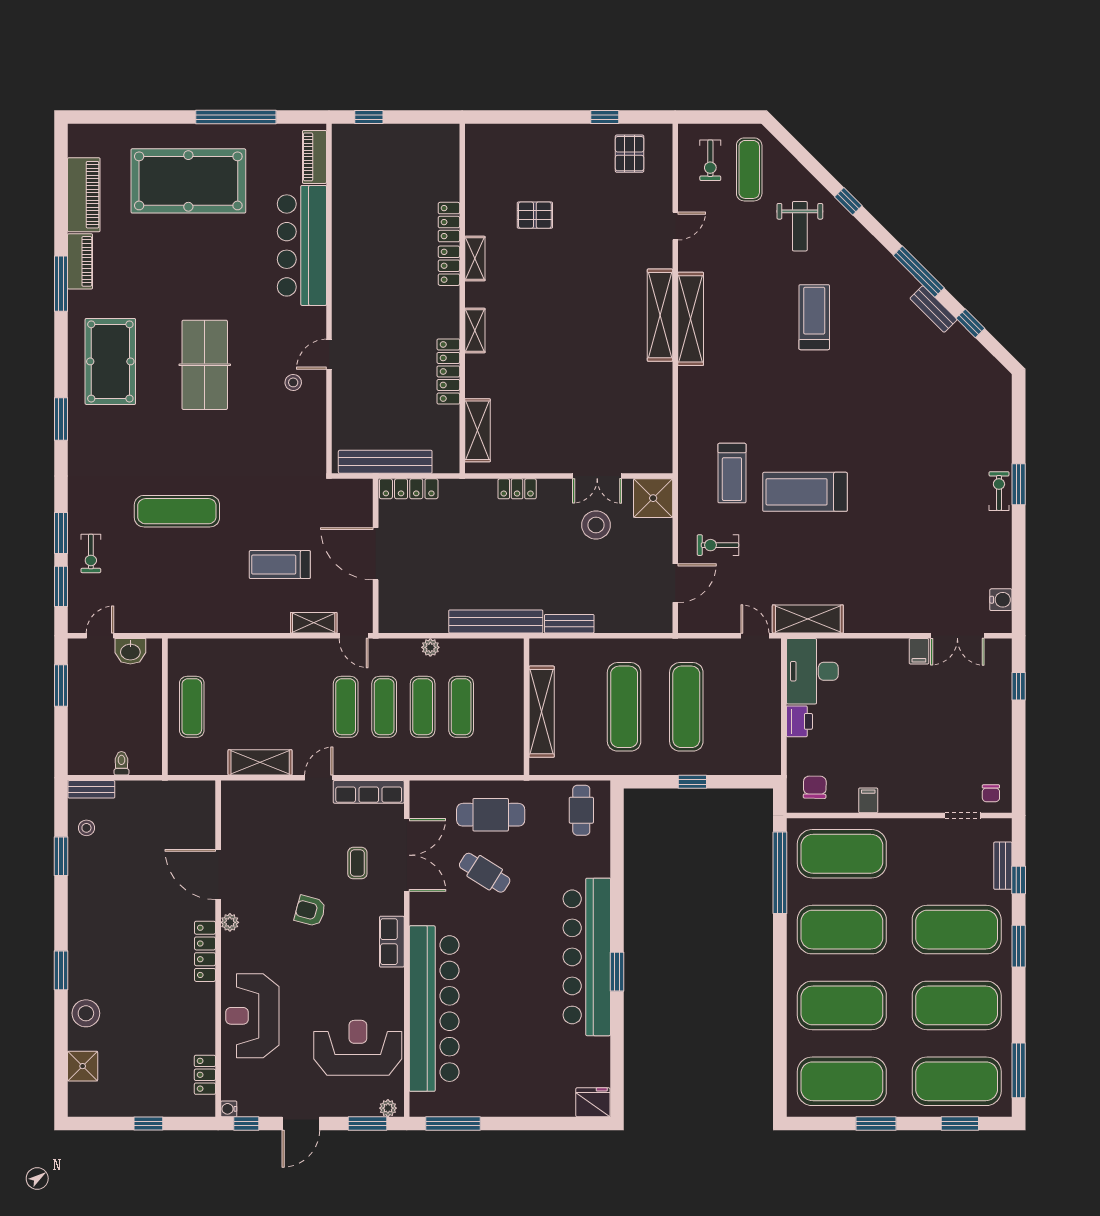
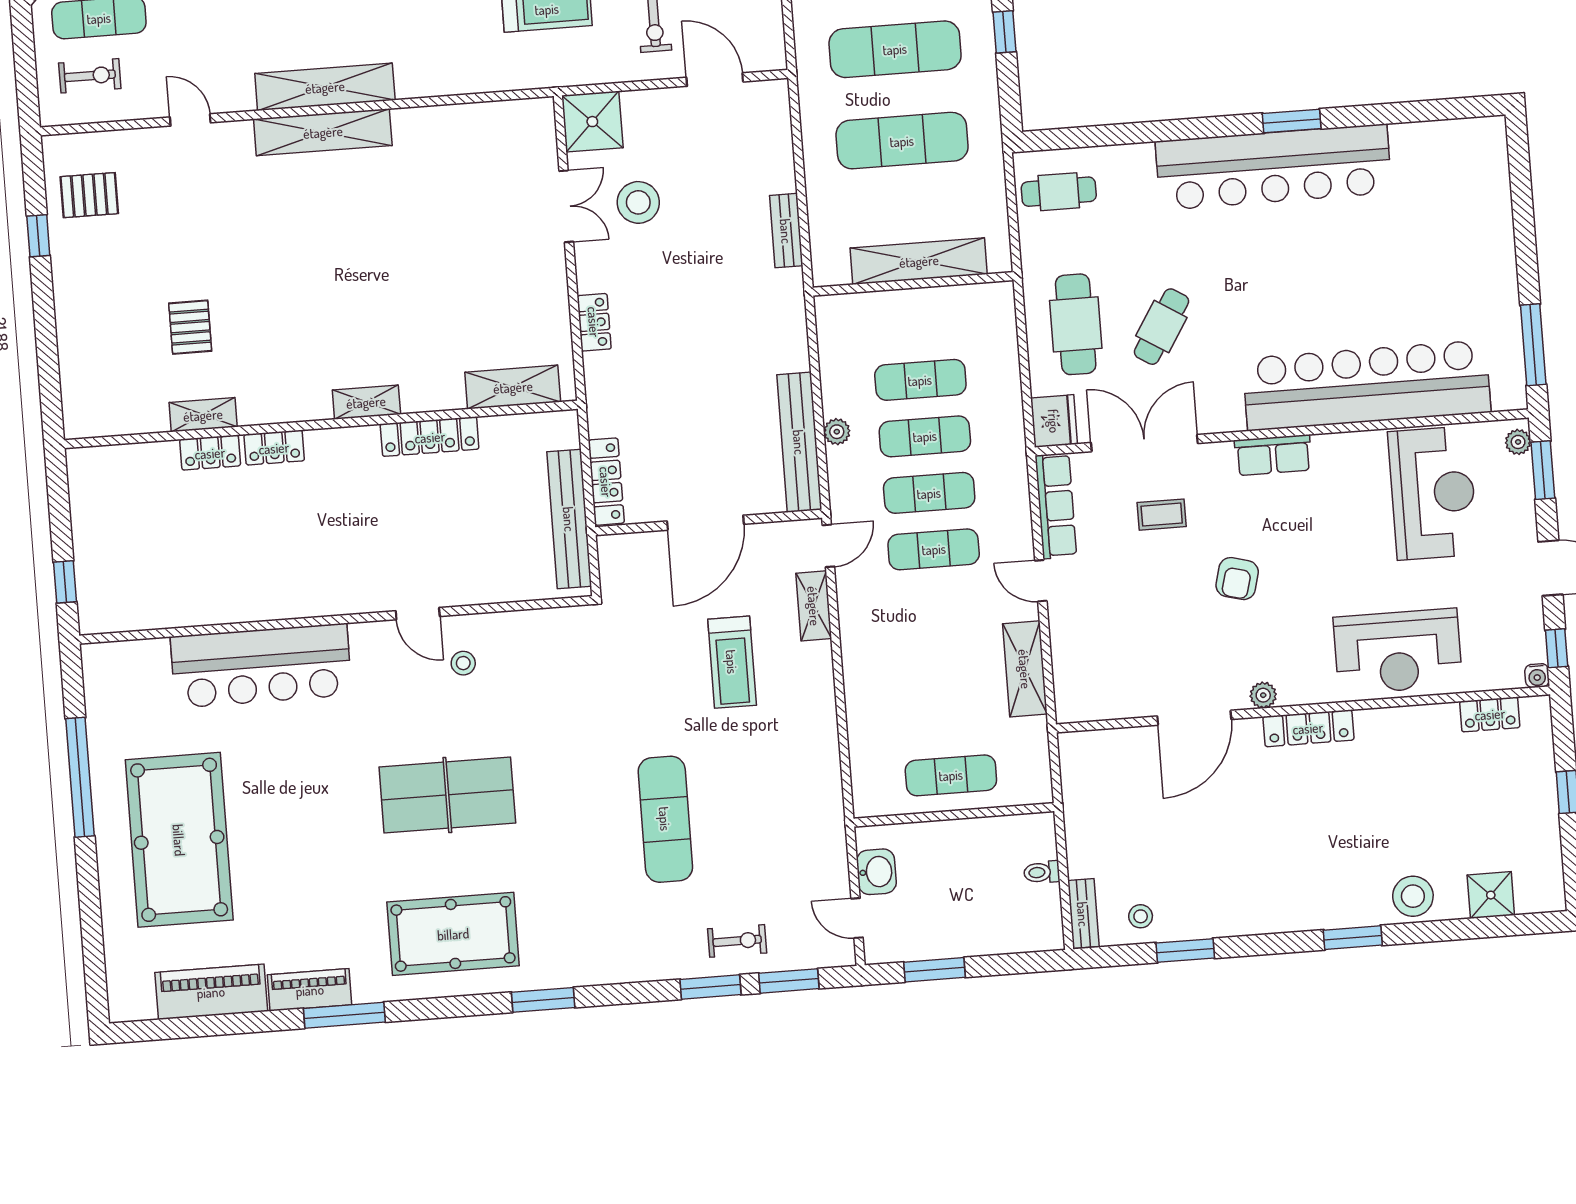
piano: (314, 157) -> (130, 657), removed
shelving: (475, 259) -> (203, 415), moved
bench: (496, 621) -> (799, 442), moved
reception desk: (358, 1048) -> (1433, 493), turned 180
fridge: (593, 1102) -> (1054, 421), moved, turned 180

